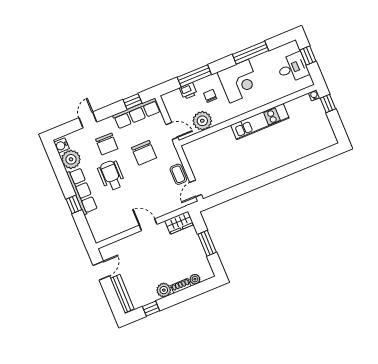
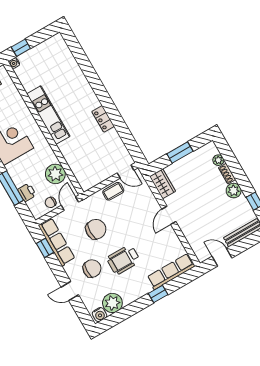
chair: (210, 96) -> (51, 202), moved
locker: (249, 174) -> (103, 119), added
row of seats: (82, 191) -> (171, 272), moved

